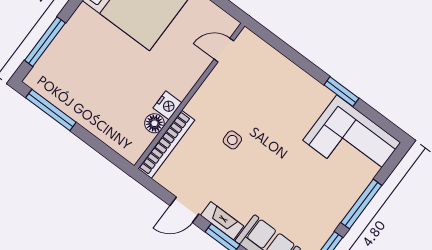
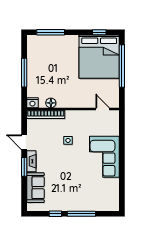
window: (341, 92) -> (122, 171), removed
nightstand: (167, 105) -> (32, 103), moved
window: (51, 110) -> (24, 73), moved
corner sofa: (352, 141) -> (104, 157), moved

